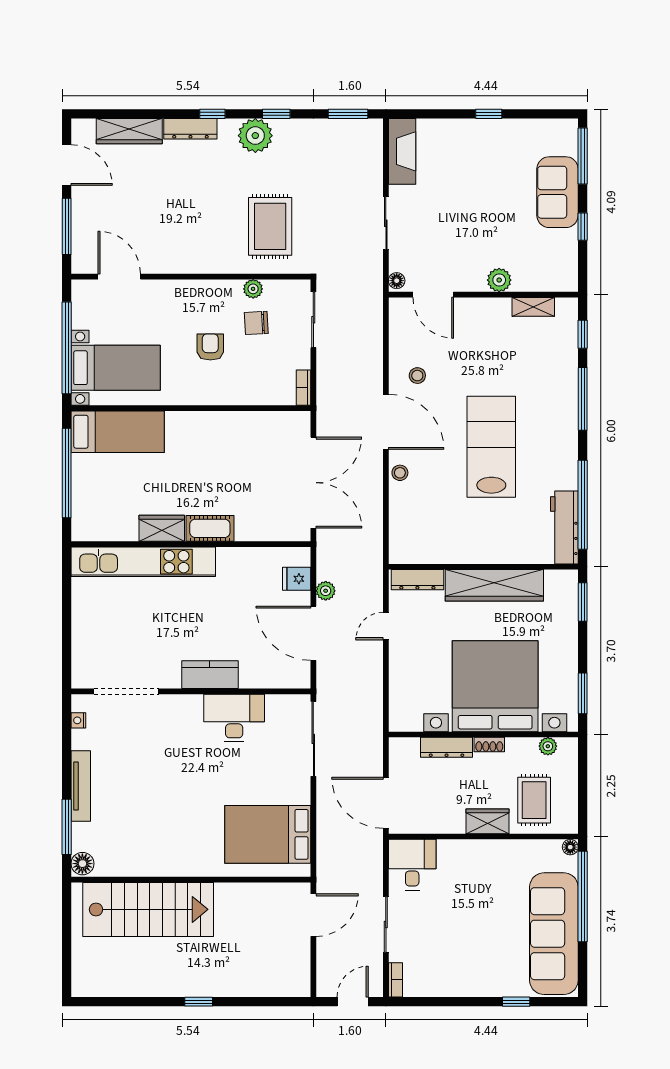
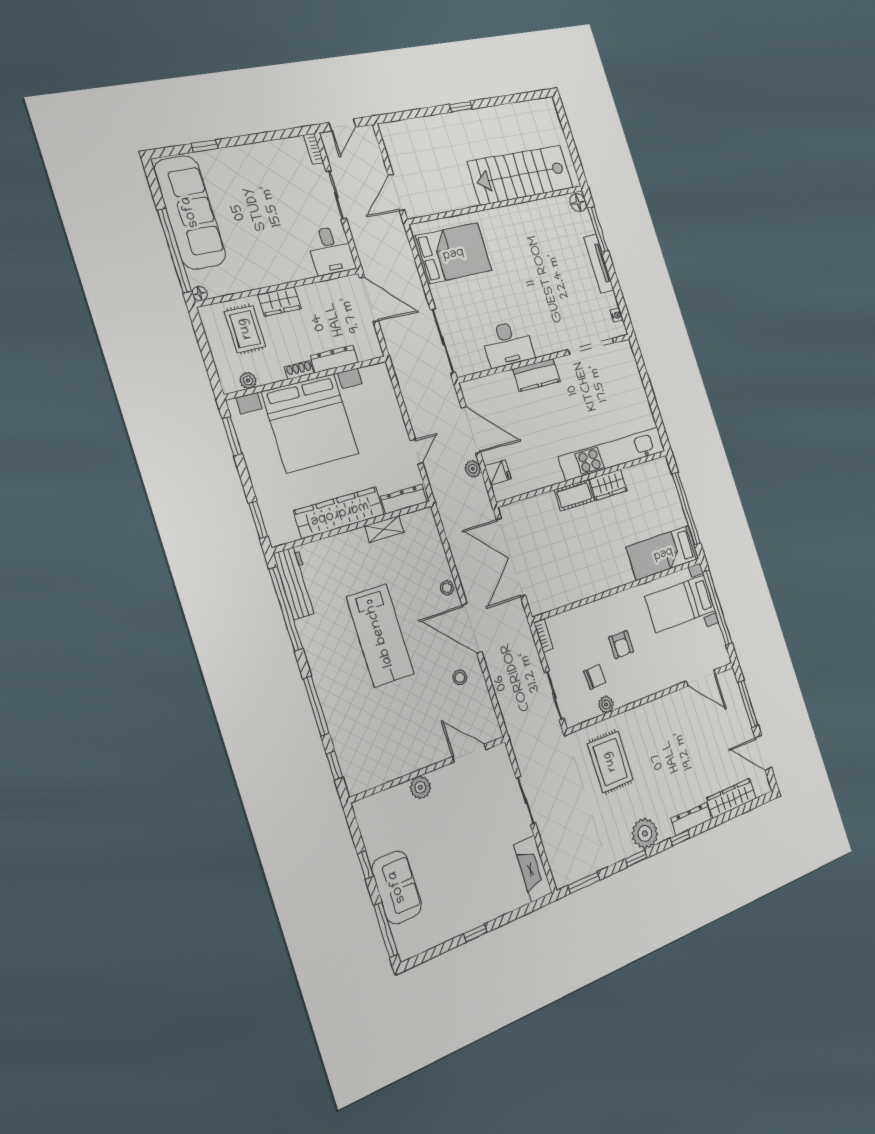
floor lamp: (397, 281) -> (502, 754), removed
shelving: (533, 307) -> (384, 529), moved

